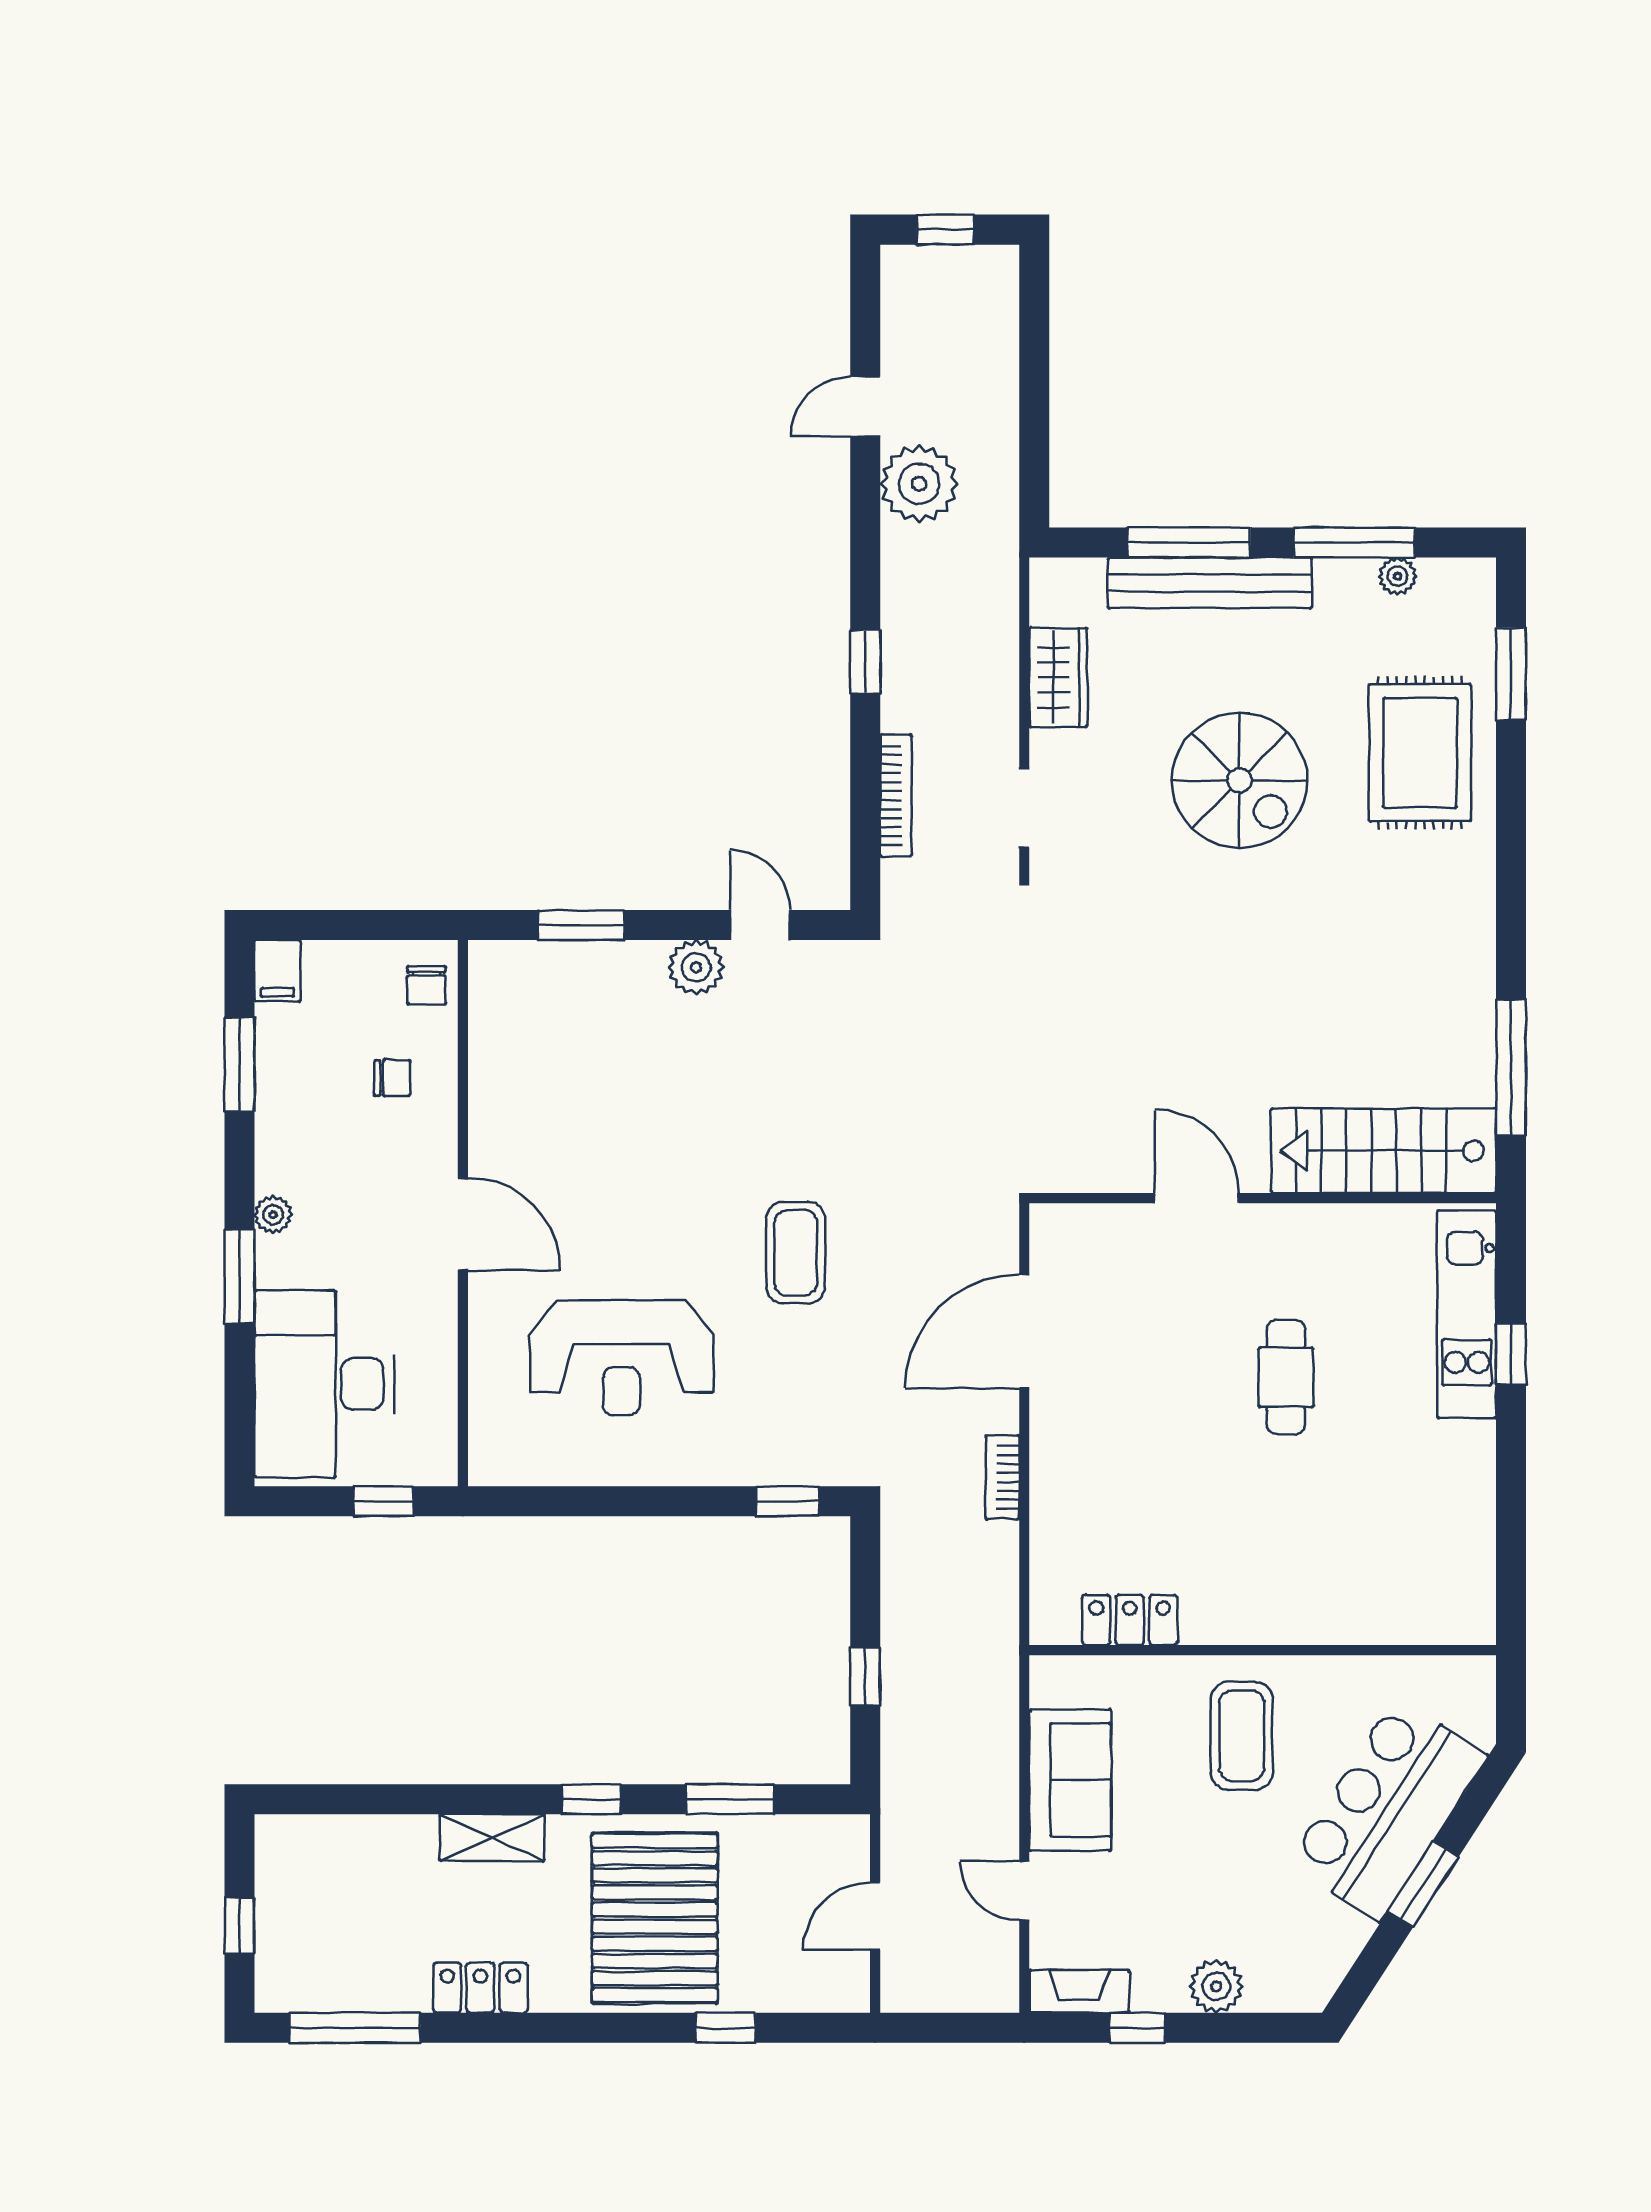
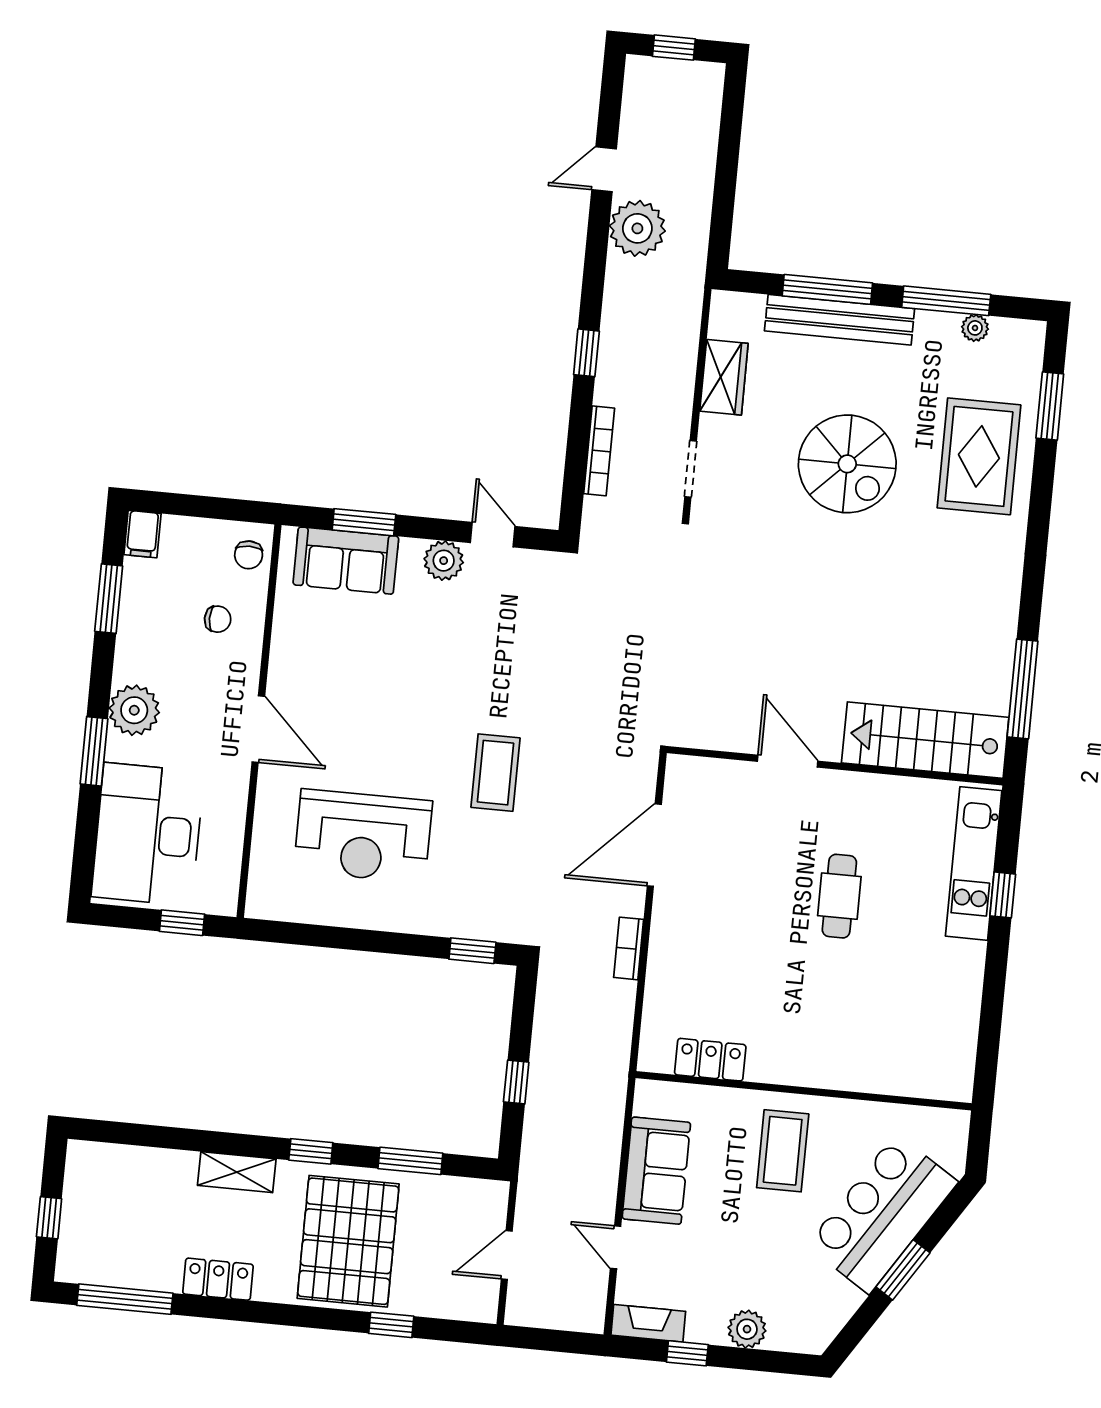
sofa: (561, 980) -> (346, 561), added
plant: (273, 1215) -> (134, 710), width x1.88, depth x1.88

